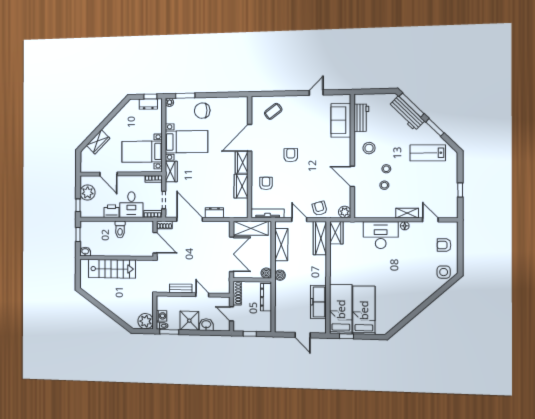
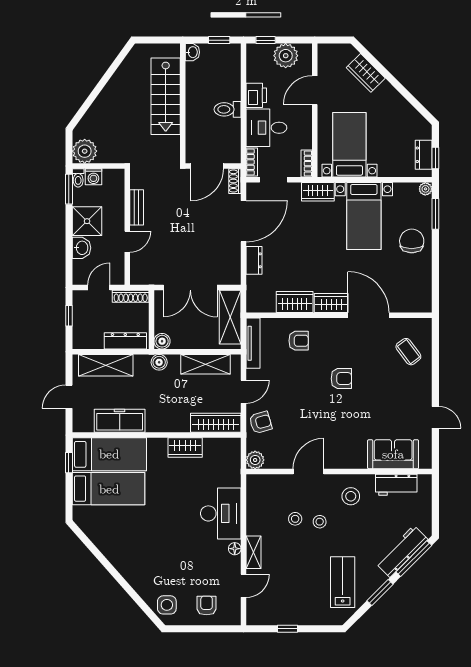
wardrobe: (336, 233) -> (185, 448), moved
shelving: (282, 310) -> (106, 365), added

